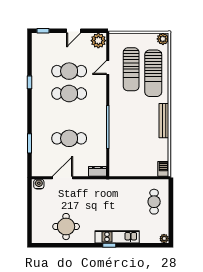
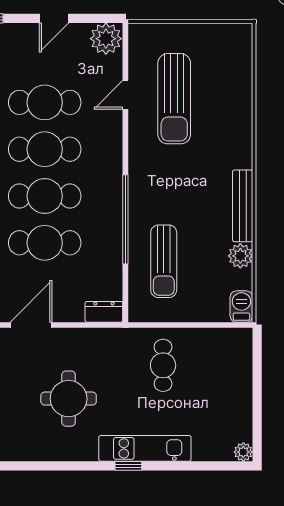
plant: (163, 39) -> (240, 256), moved
sun lounger: (153, 73) -> (164, 261), moved, width x0.73, depth x0.75
cafe table: (69, 116) -> (45, 196), added
cafe table: (154, 202) -> (163, 365), moved
round table: (66, 227) -> (69, 399), moved

